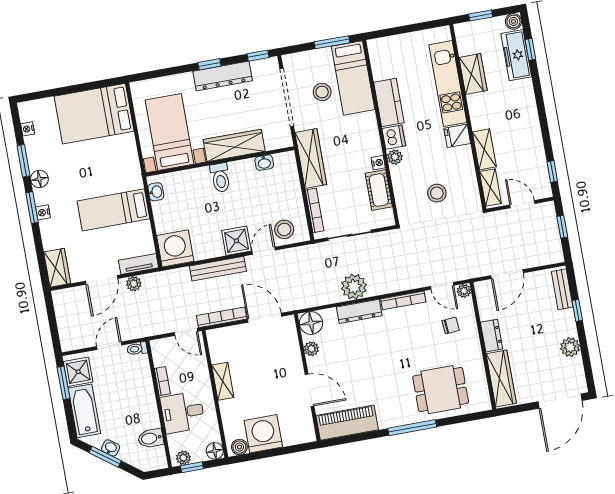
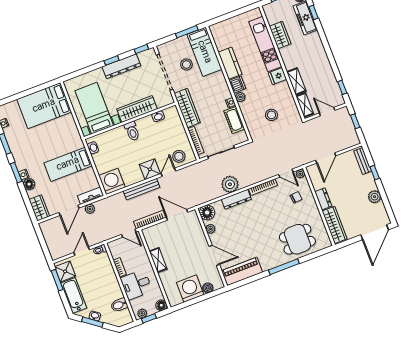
floor lamp: (39, 179) -> (29, 184), moved
boiler: (239, 447) -> (208, 288), moved

